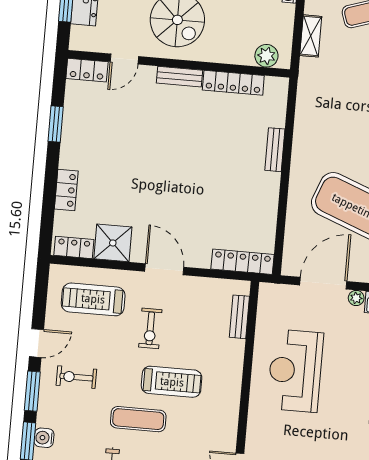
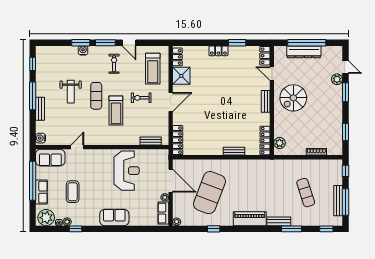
shelving: (311, 36) -> (291, 164), removed
locker: (233, 83) -> (265, 140), moved
locker: (66, 190) -> (218, 51), moved
treadmill: (93, 299) -> (153, 69), turned 180
reception desk: (295, 371) -> (127, 171), turned 90

